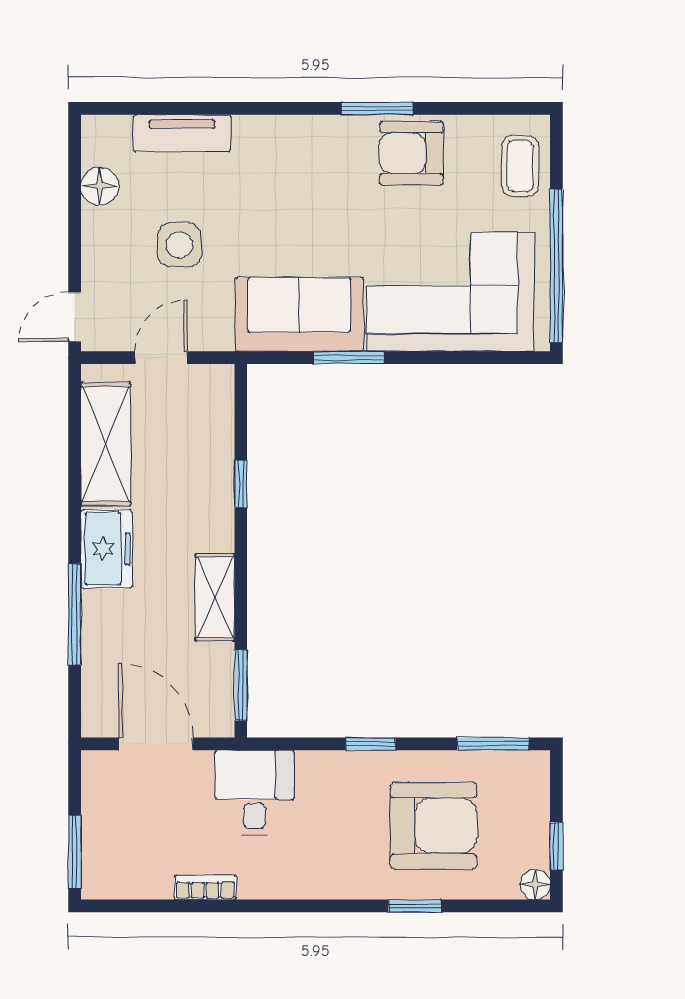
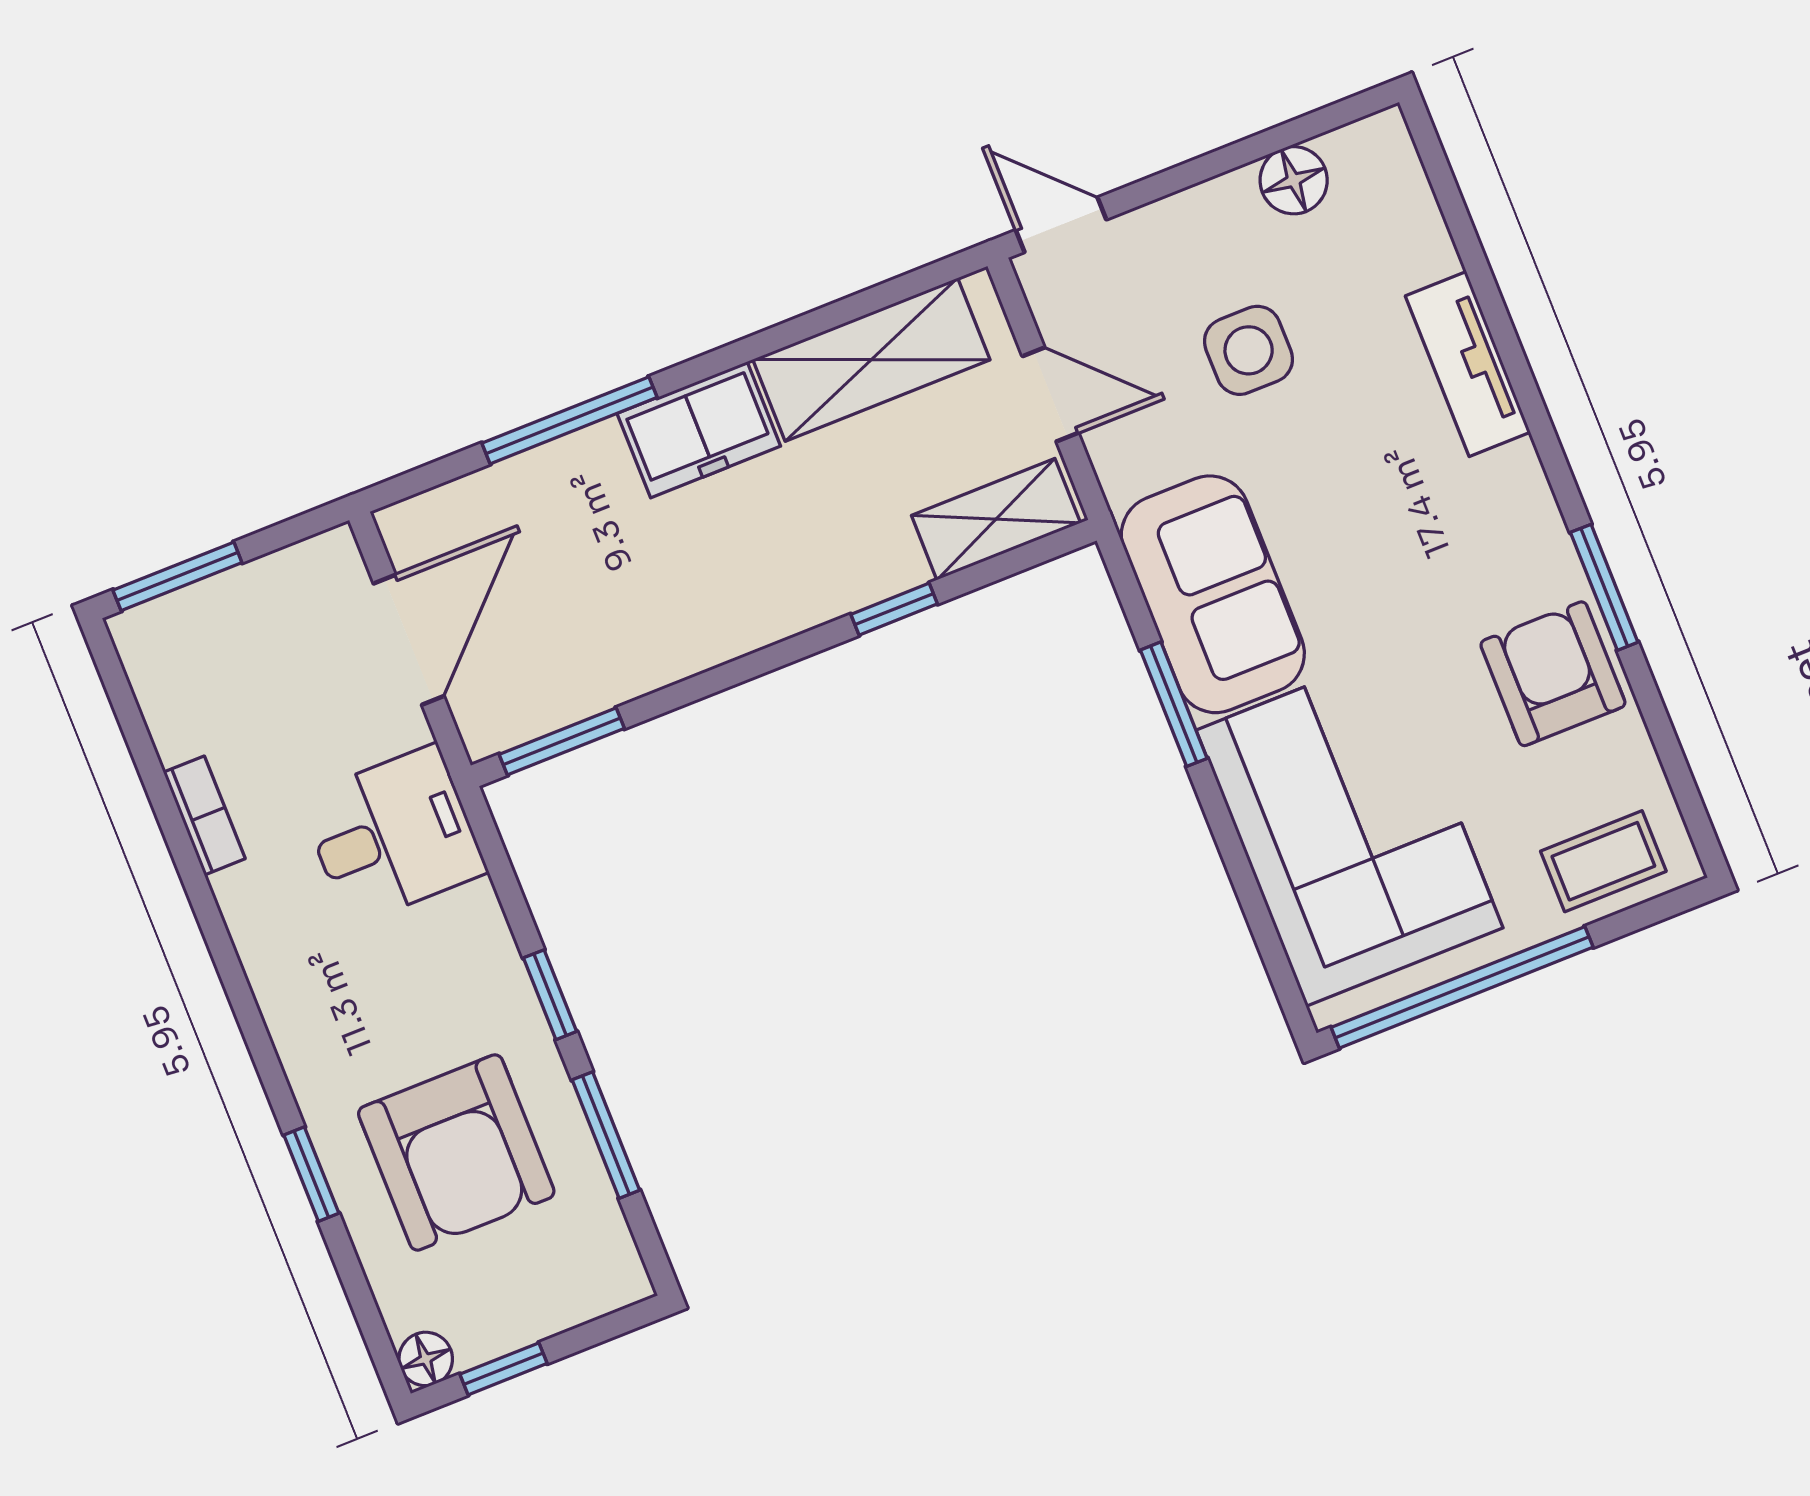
tv unit: (182, 133) -> (1468, 364), moved
shelving: (215, 597) -> (996, 519), moved
window: (493, 744) -> (606, 1135), moved

